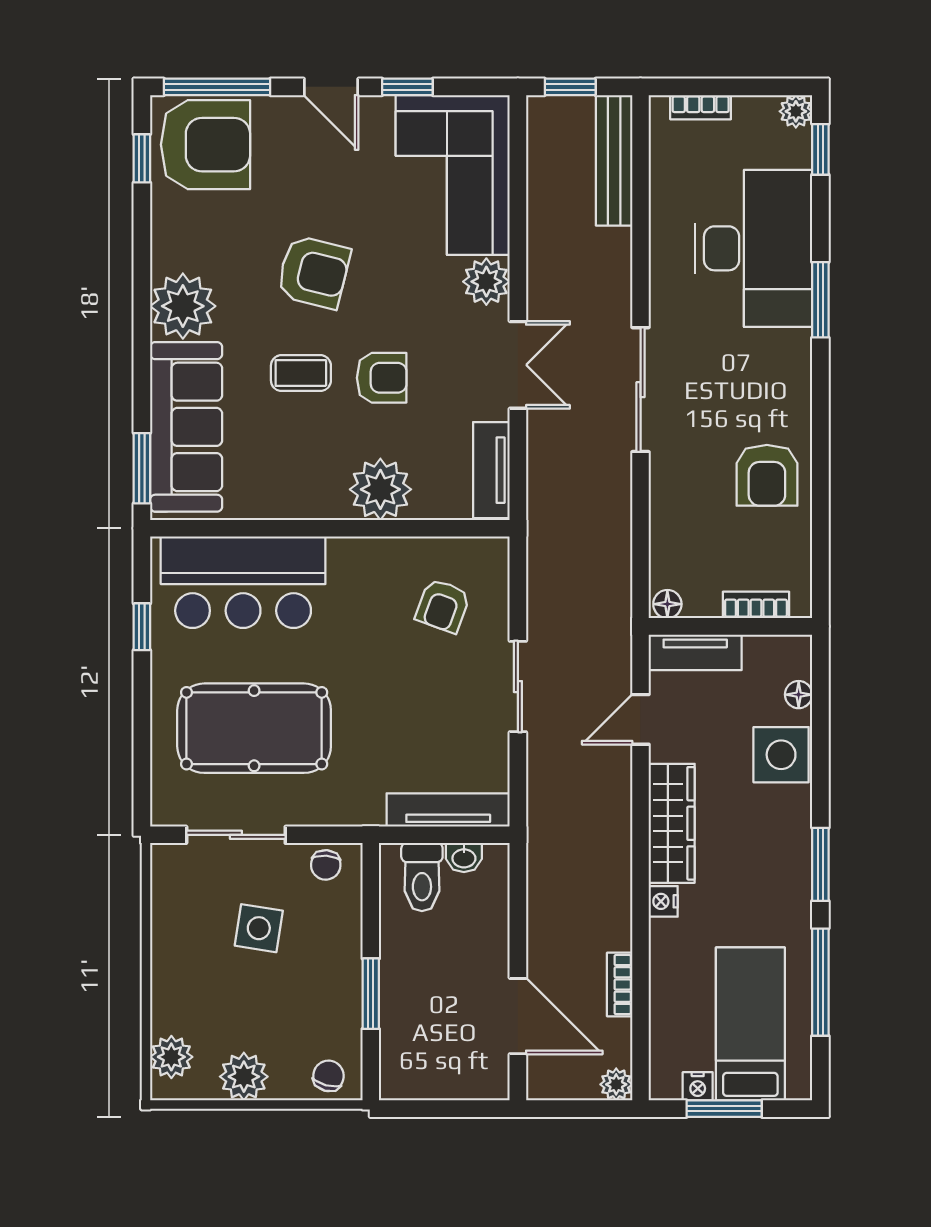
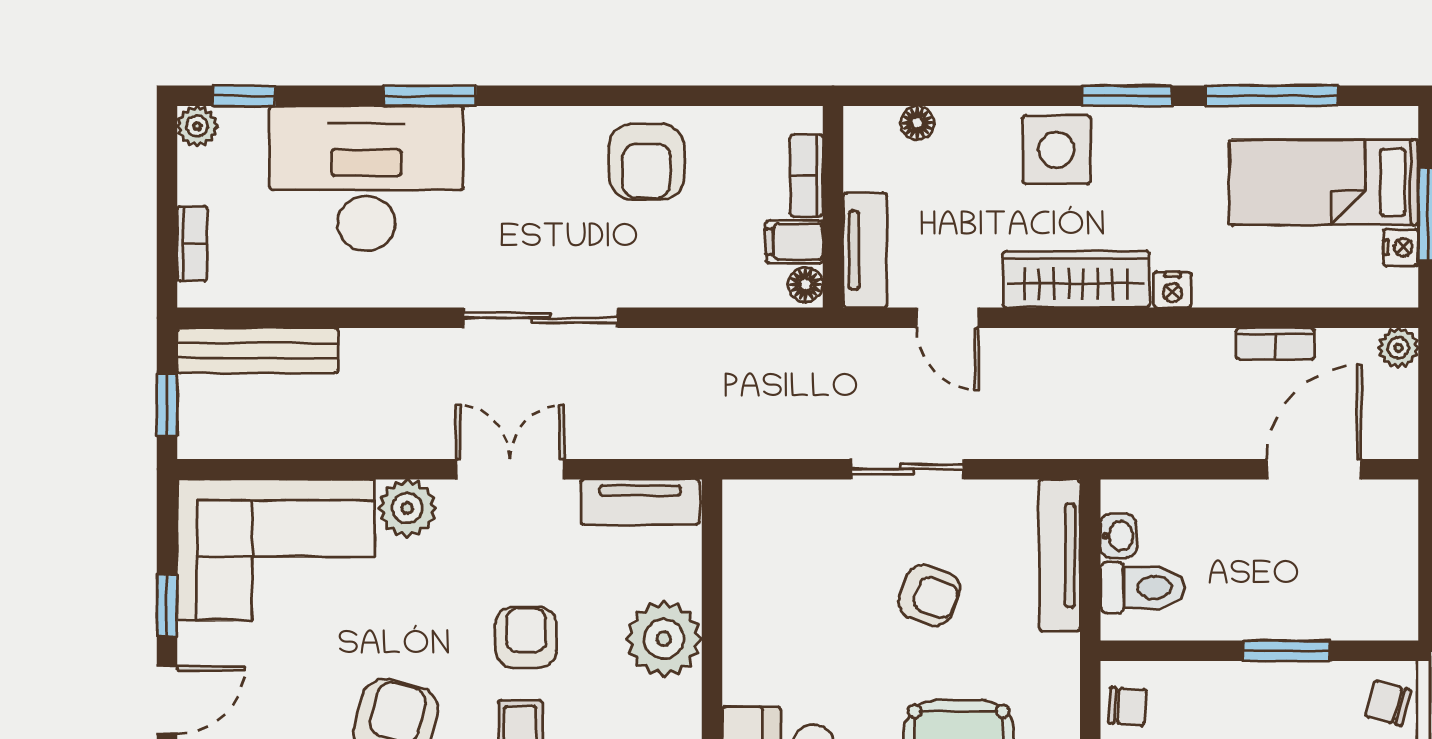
armchair: (767, 475) -> (646, 162), turned 90
filing cabinet: (702, 595) -> (794, 242), added
armchair: (443, 606) -> (929, 595), moved
side table: (781, 755) -> (1057, 150), moved

